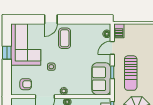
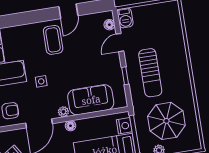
door: (51, 19) -> (68, 11), moved
sofa: (101, 79) -> (91, 100), moved, turned 90

